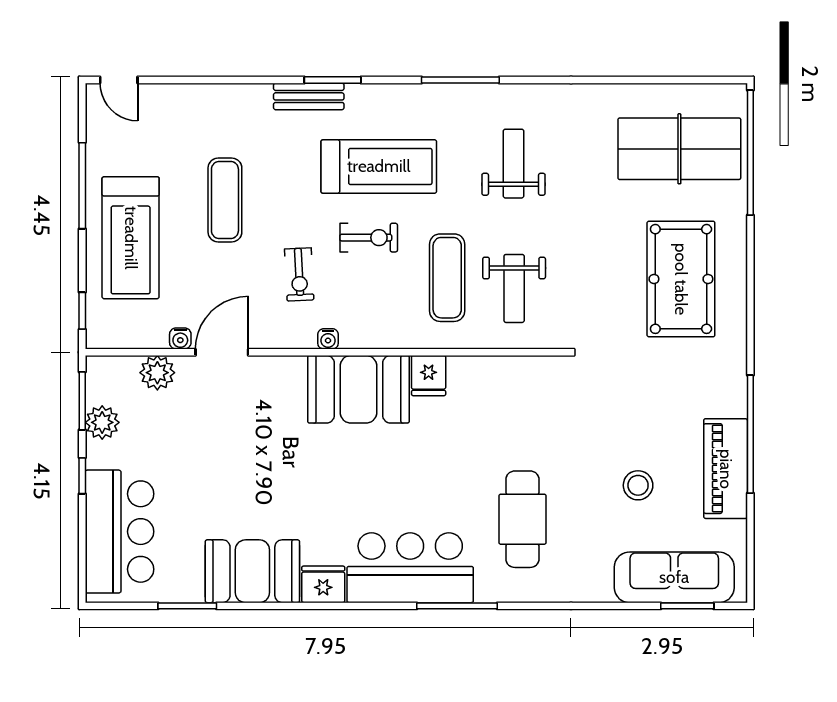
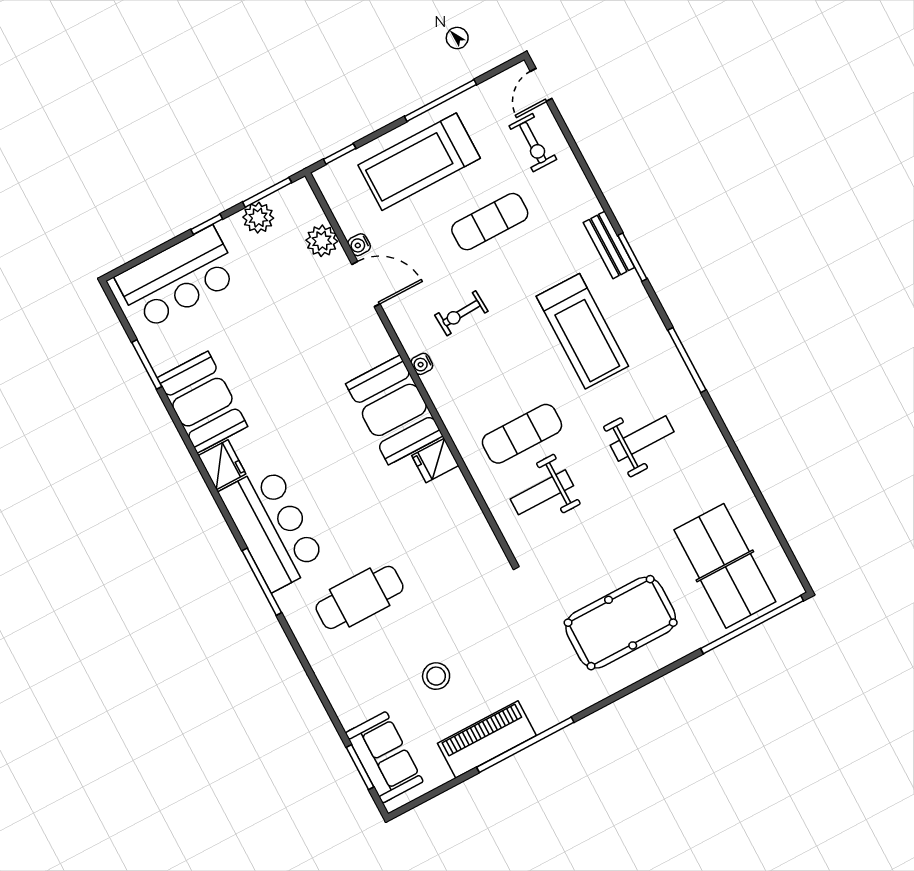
exercise bike: (369, 238) -> (533, 143), moved
sofa: (674, 577) -> (384, 757), width x0.73

